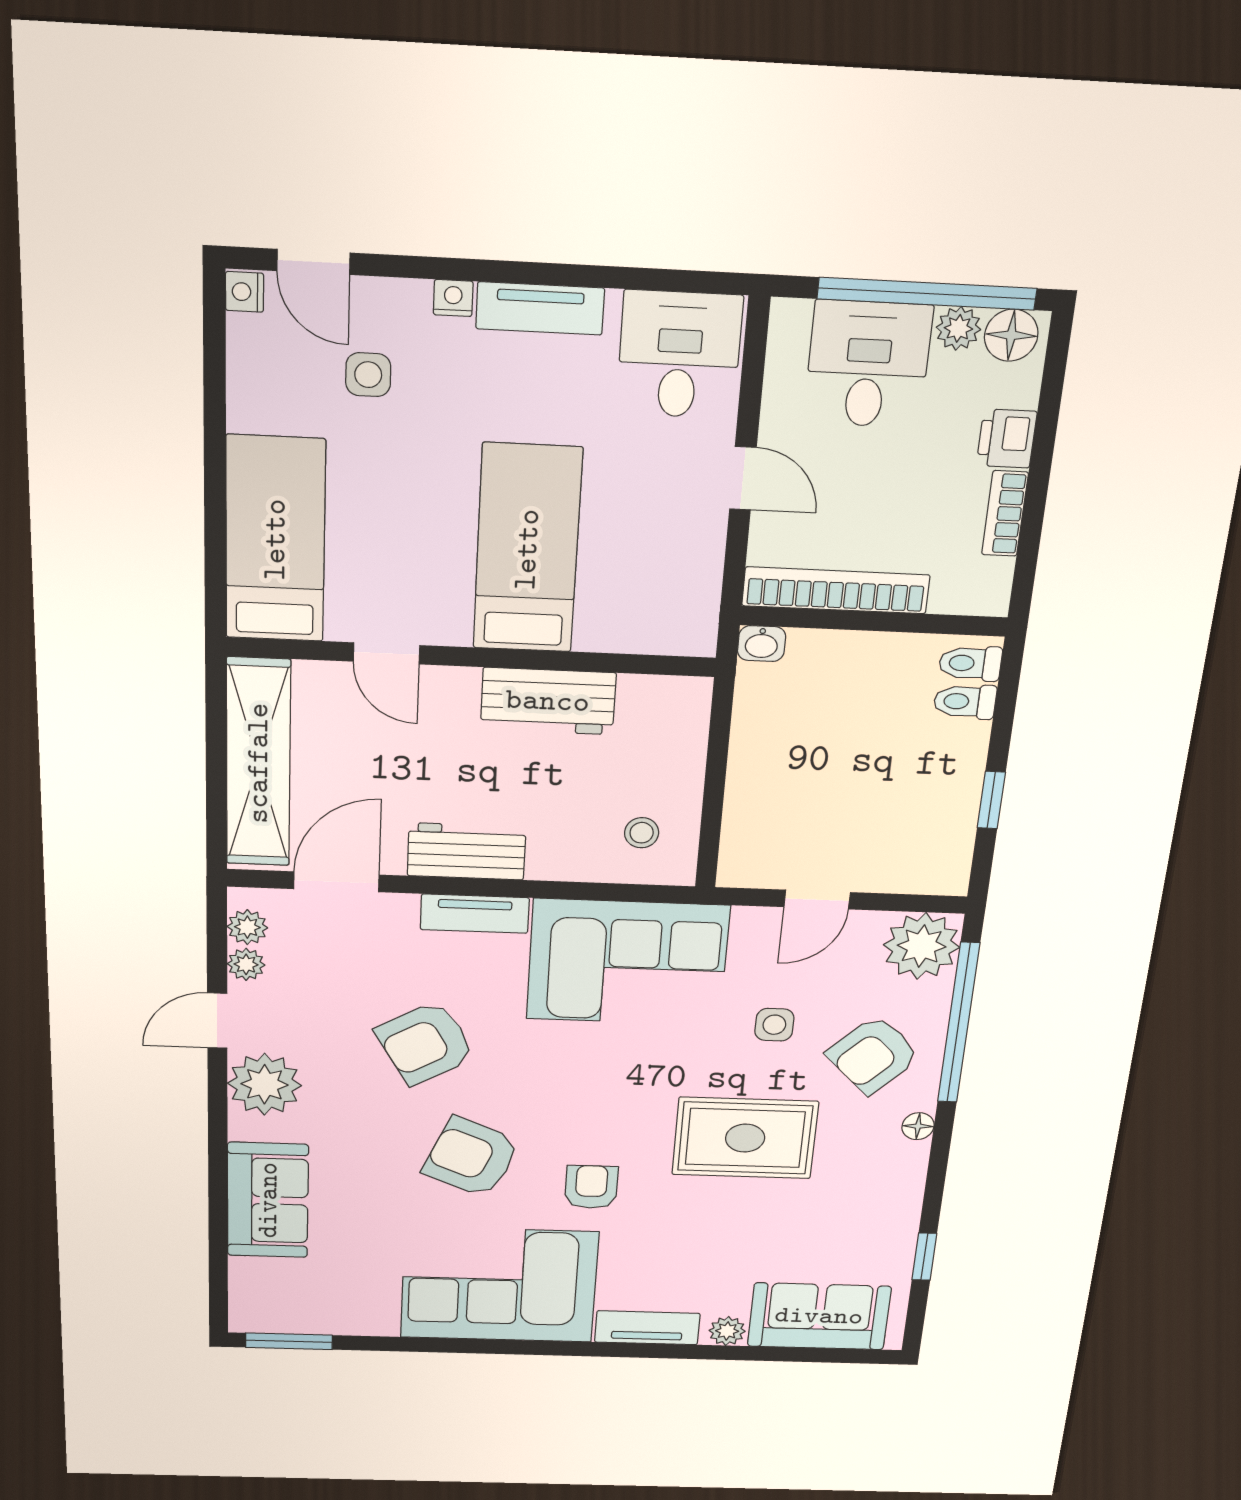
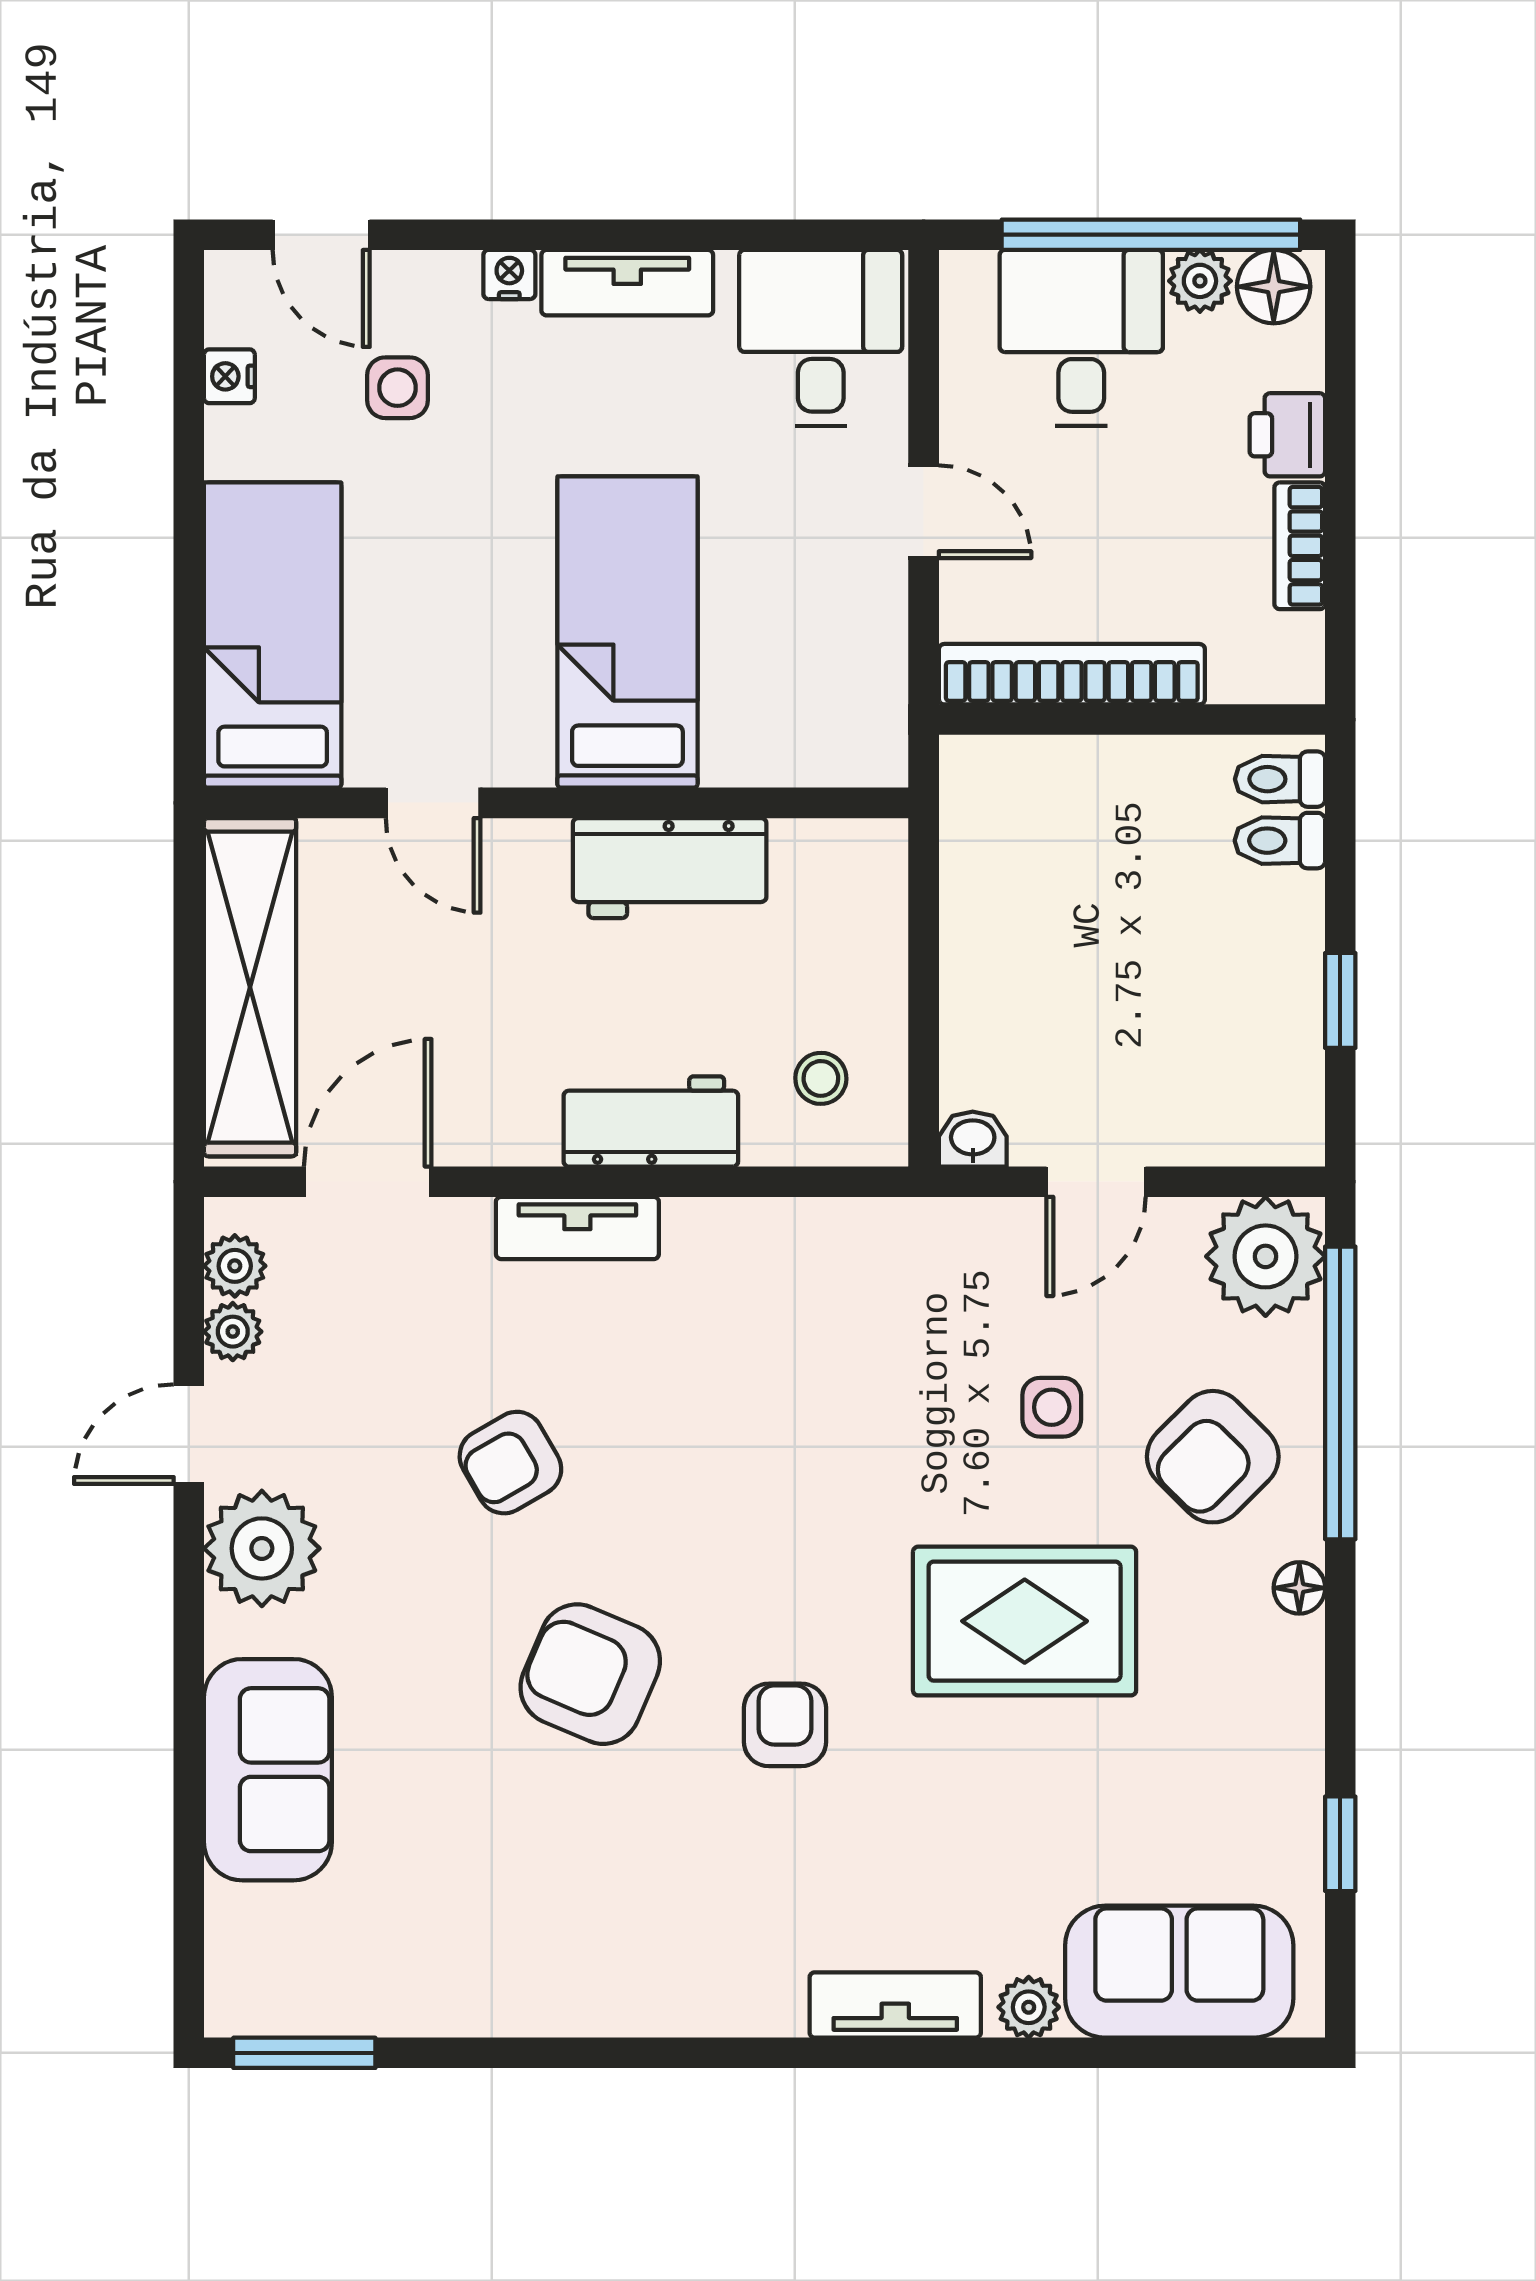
nightstand: (245, 292) -> (229, 376), moved
washbasin: (762, 644) -> (973, 1139), moved, turned 180
workbench: (466, 851) -> (651, 1121), moved
corner sofa: (628, 962) -> (815, 1304), removed
armchair: (425, 1043) -> (510, 1463), width x0.72, depth x0.72
corner sofa: (499, 1285) -> (646, 1925), removed

